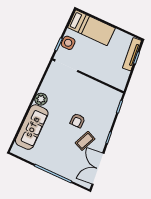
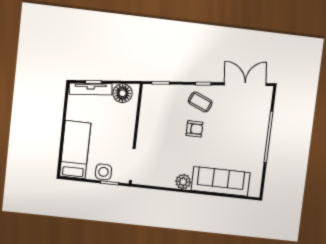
floor lamp: (121, 76) -> (123, 93), added
coffee table: (85, 141) -> (200, 102), moved
double door: (98, 169) -> (245, 84), swing flipped

